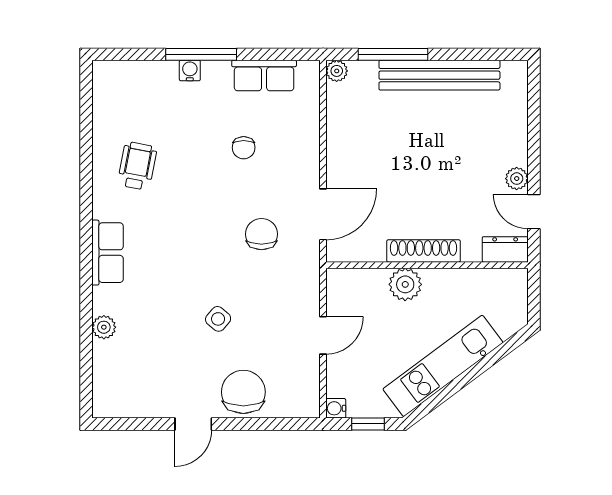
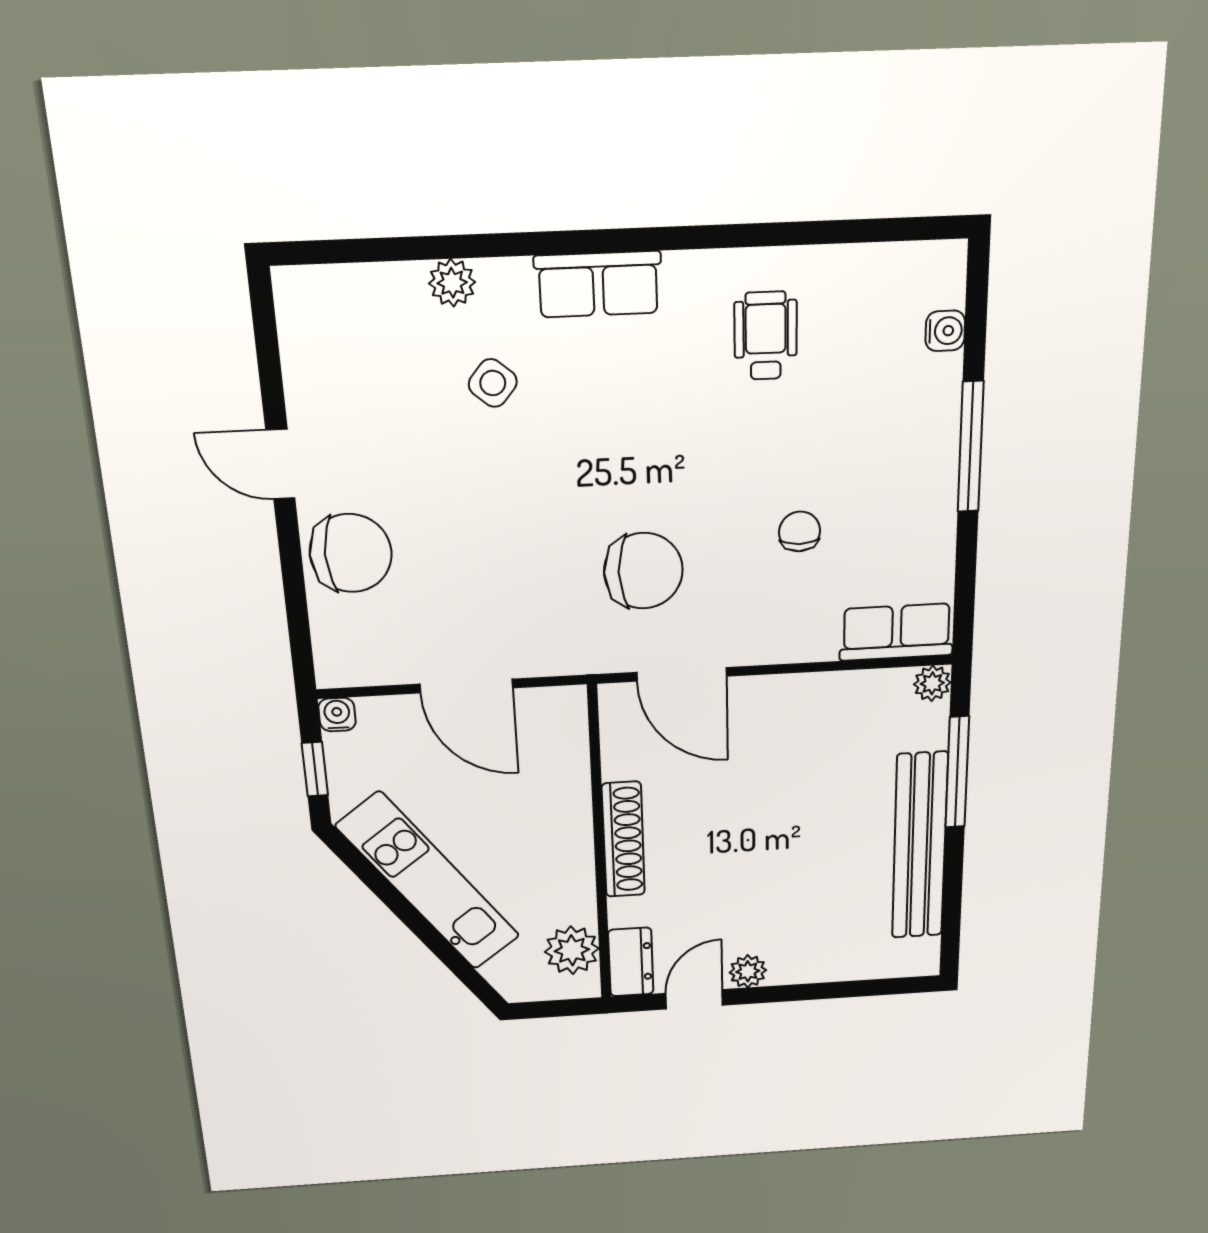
water cooler: (190, 70) -> (945, 331), moved
row of seats: (264, 76) -> (897, 632), moved, turned 90
chair: (244, 148) -> (800, 531), turned 90
wheelchair: (137, 166) -> (766, 336), turned -101
chair: (261, 234) -> (643, 571), width x1.37, depth x1.37
plant: (405, 284) -> (572, 950), moved
side table: (218, 319) -> (493, 383), moved
door: (323, 335) -> (466, 686), width x1.38

